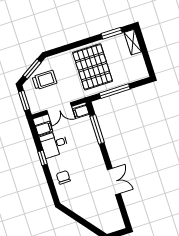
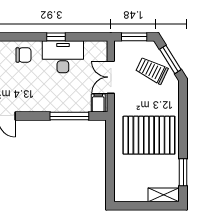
trolley: (45, 80) -> (152, 70), turned 116
window: (115, 91) -> (110, 153), removed
filing cabinet: (44, 128) -> (92, 50), removed
desk: (54, 144) -> (63, 57), width x1.37

